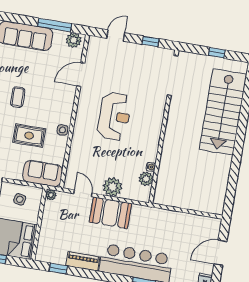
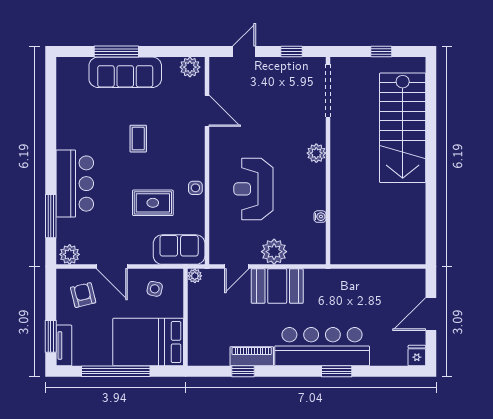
window: (55, 25) -> (116, 52), moved
door: (81, 75) -> (207, 111), swing flipped
coffee table: (18, 97) -> (138, 139), moved
reception desk: (114, 116) -> (253, 189), moved, turned 180
plant: (146, 179) -> (316, 153), moved
door: (83, 193) -> (237, 267), swing flipped
window: (58, 269) -> (243, 371), moved

